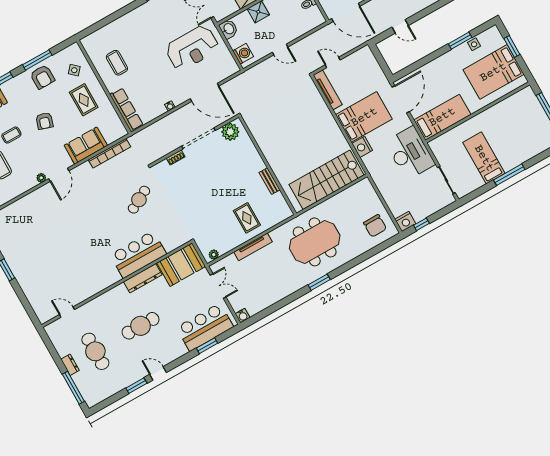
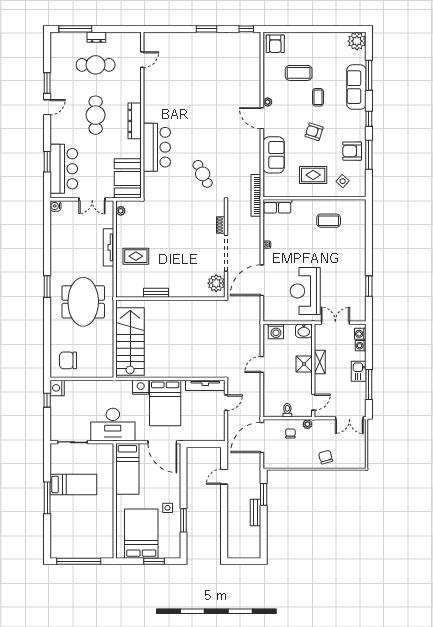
side table: (474, 44) -> (168, 508), moved
row of seats: (127, 110) -> (277, 206), width x0.68
bookcase: (109, 153) -> (256, 195), moved
dresser: (143, 278) -> (135, 121), moved

